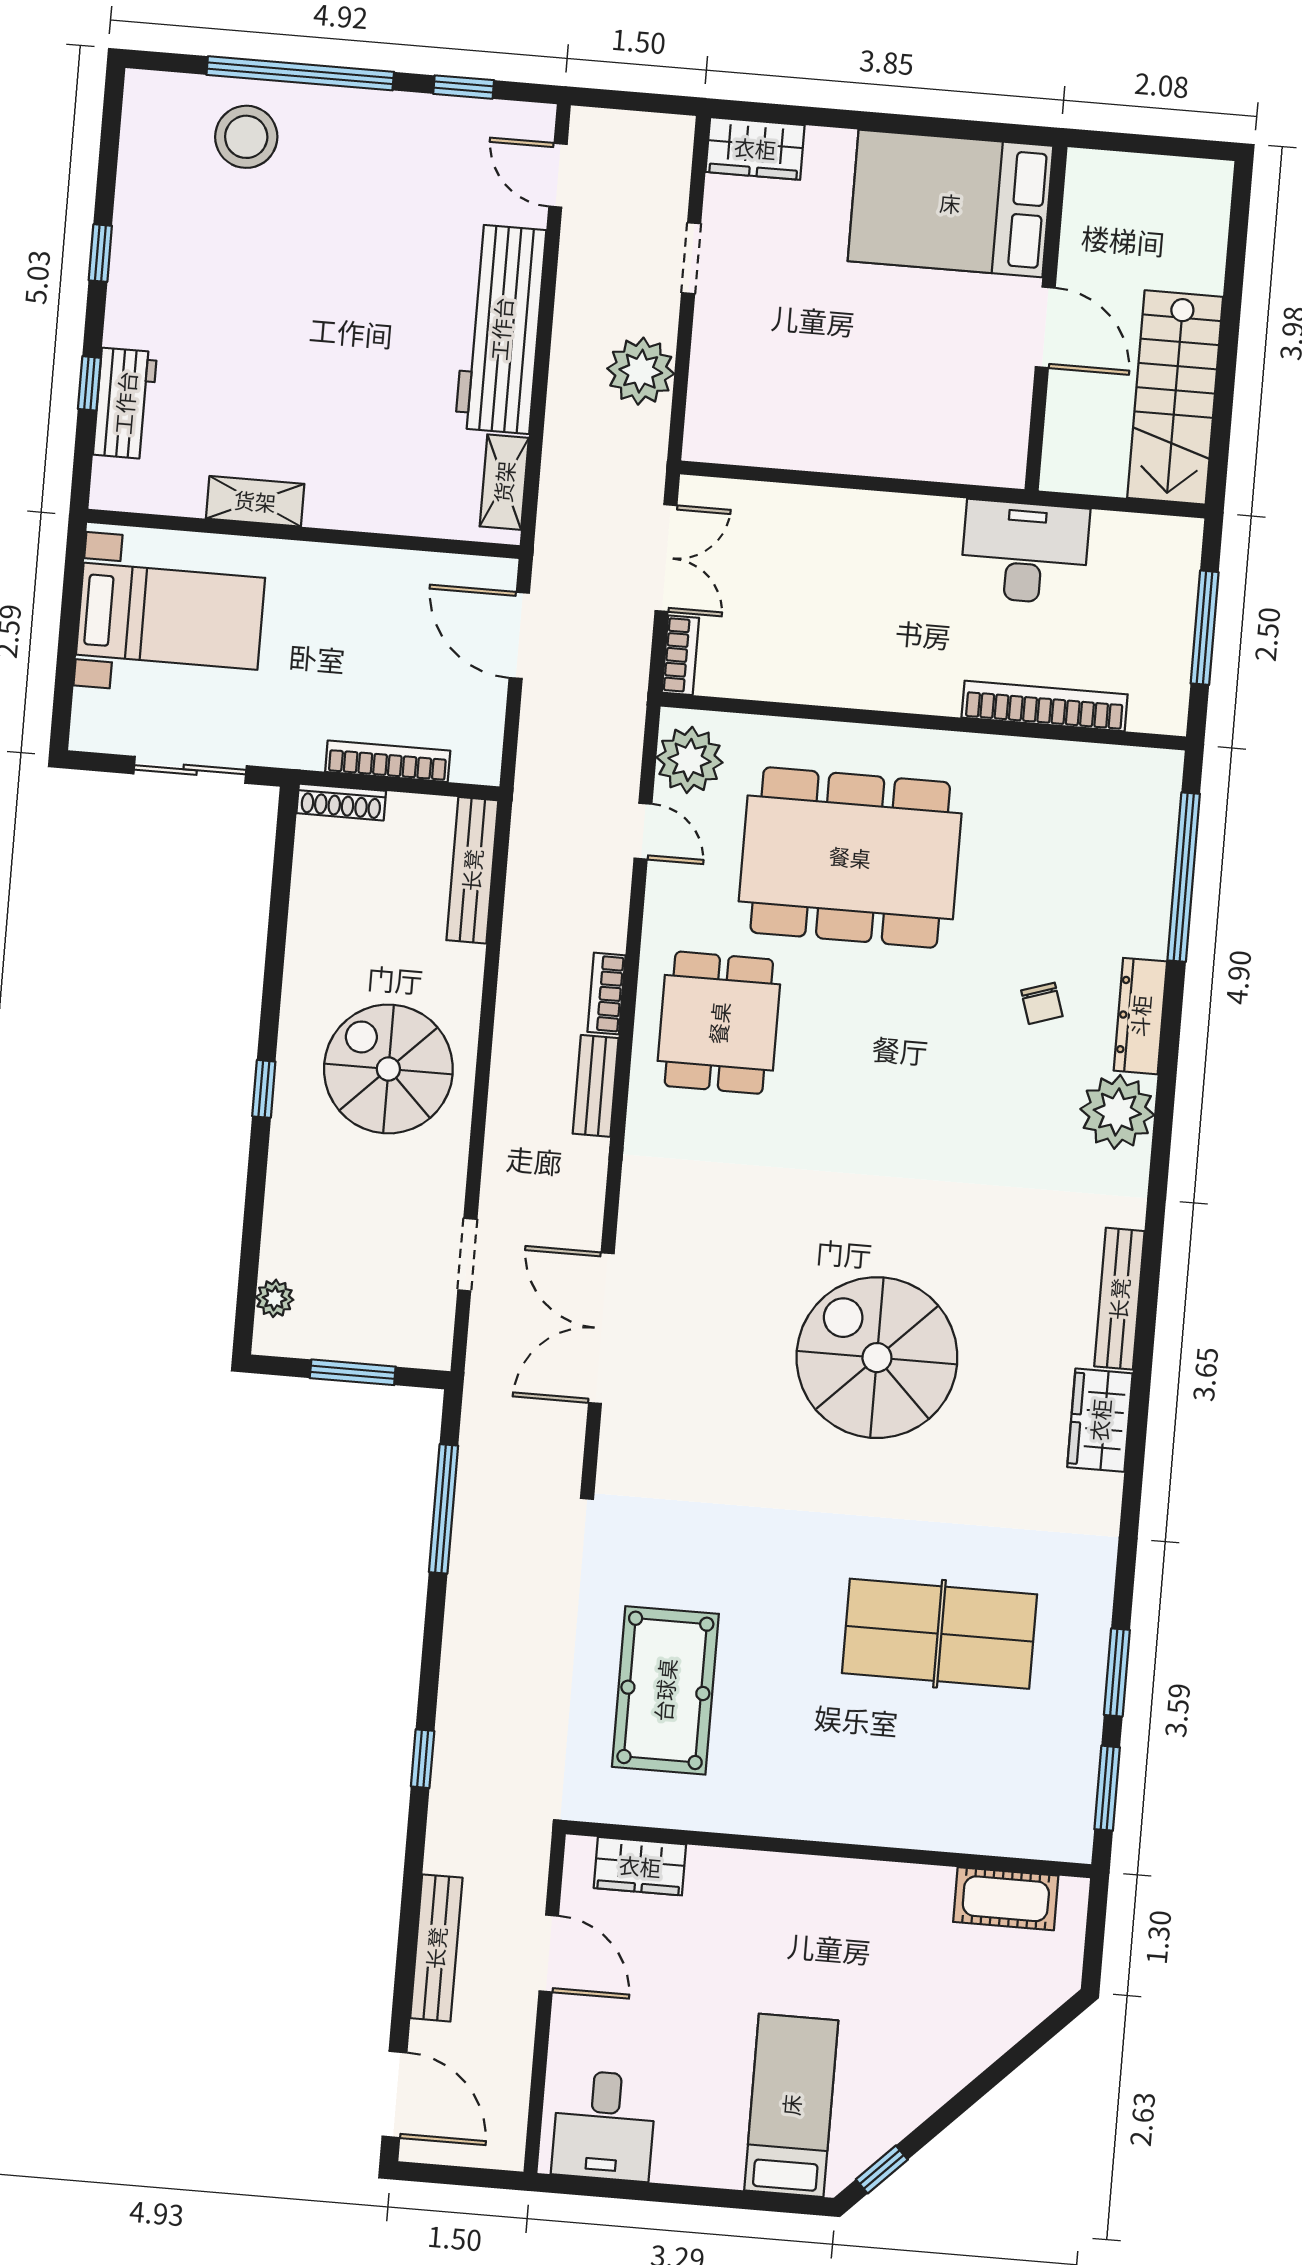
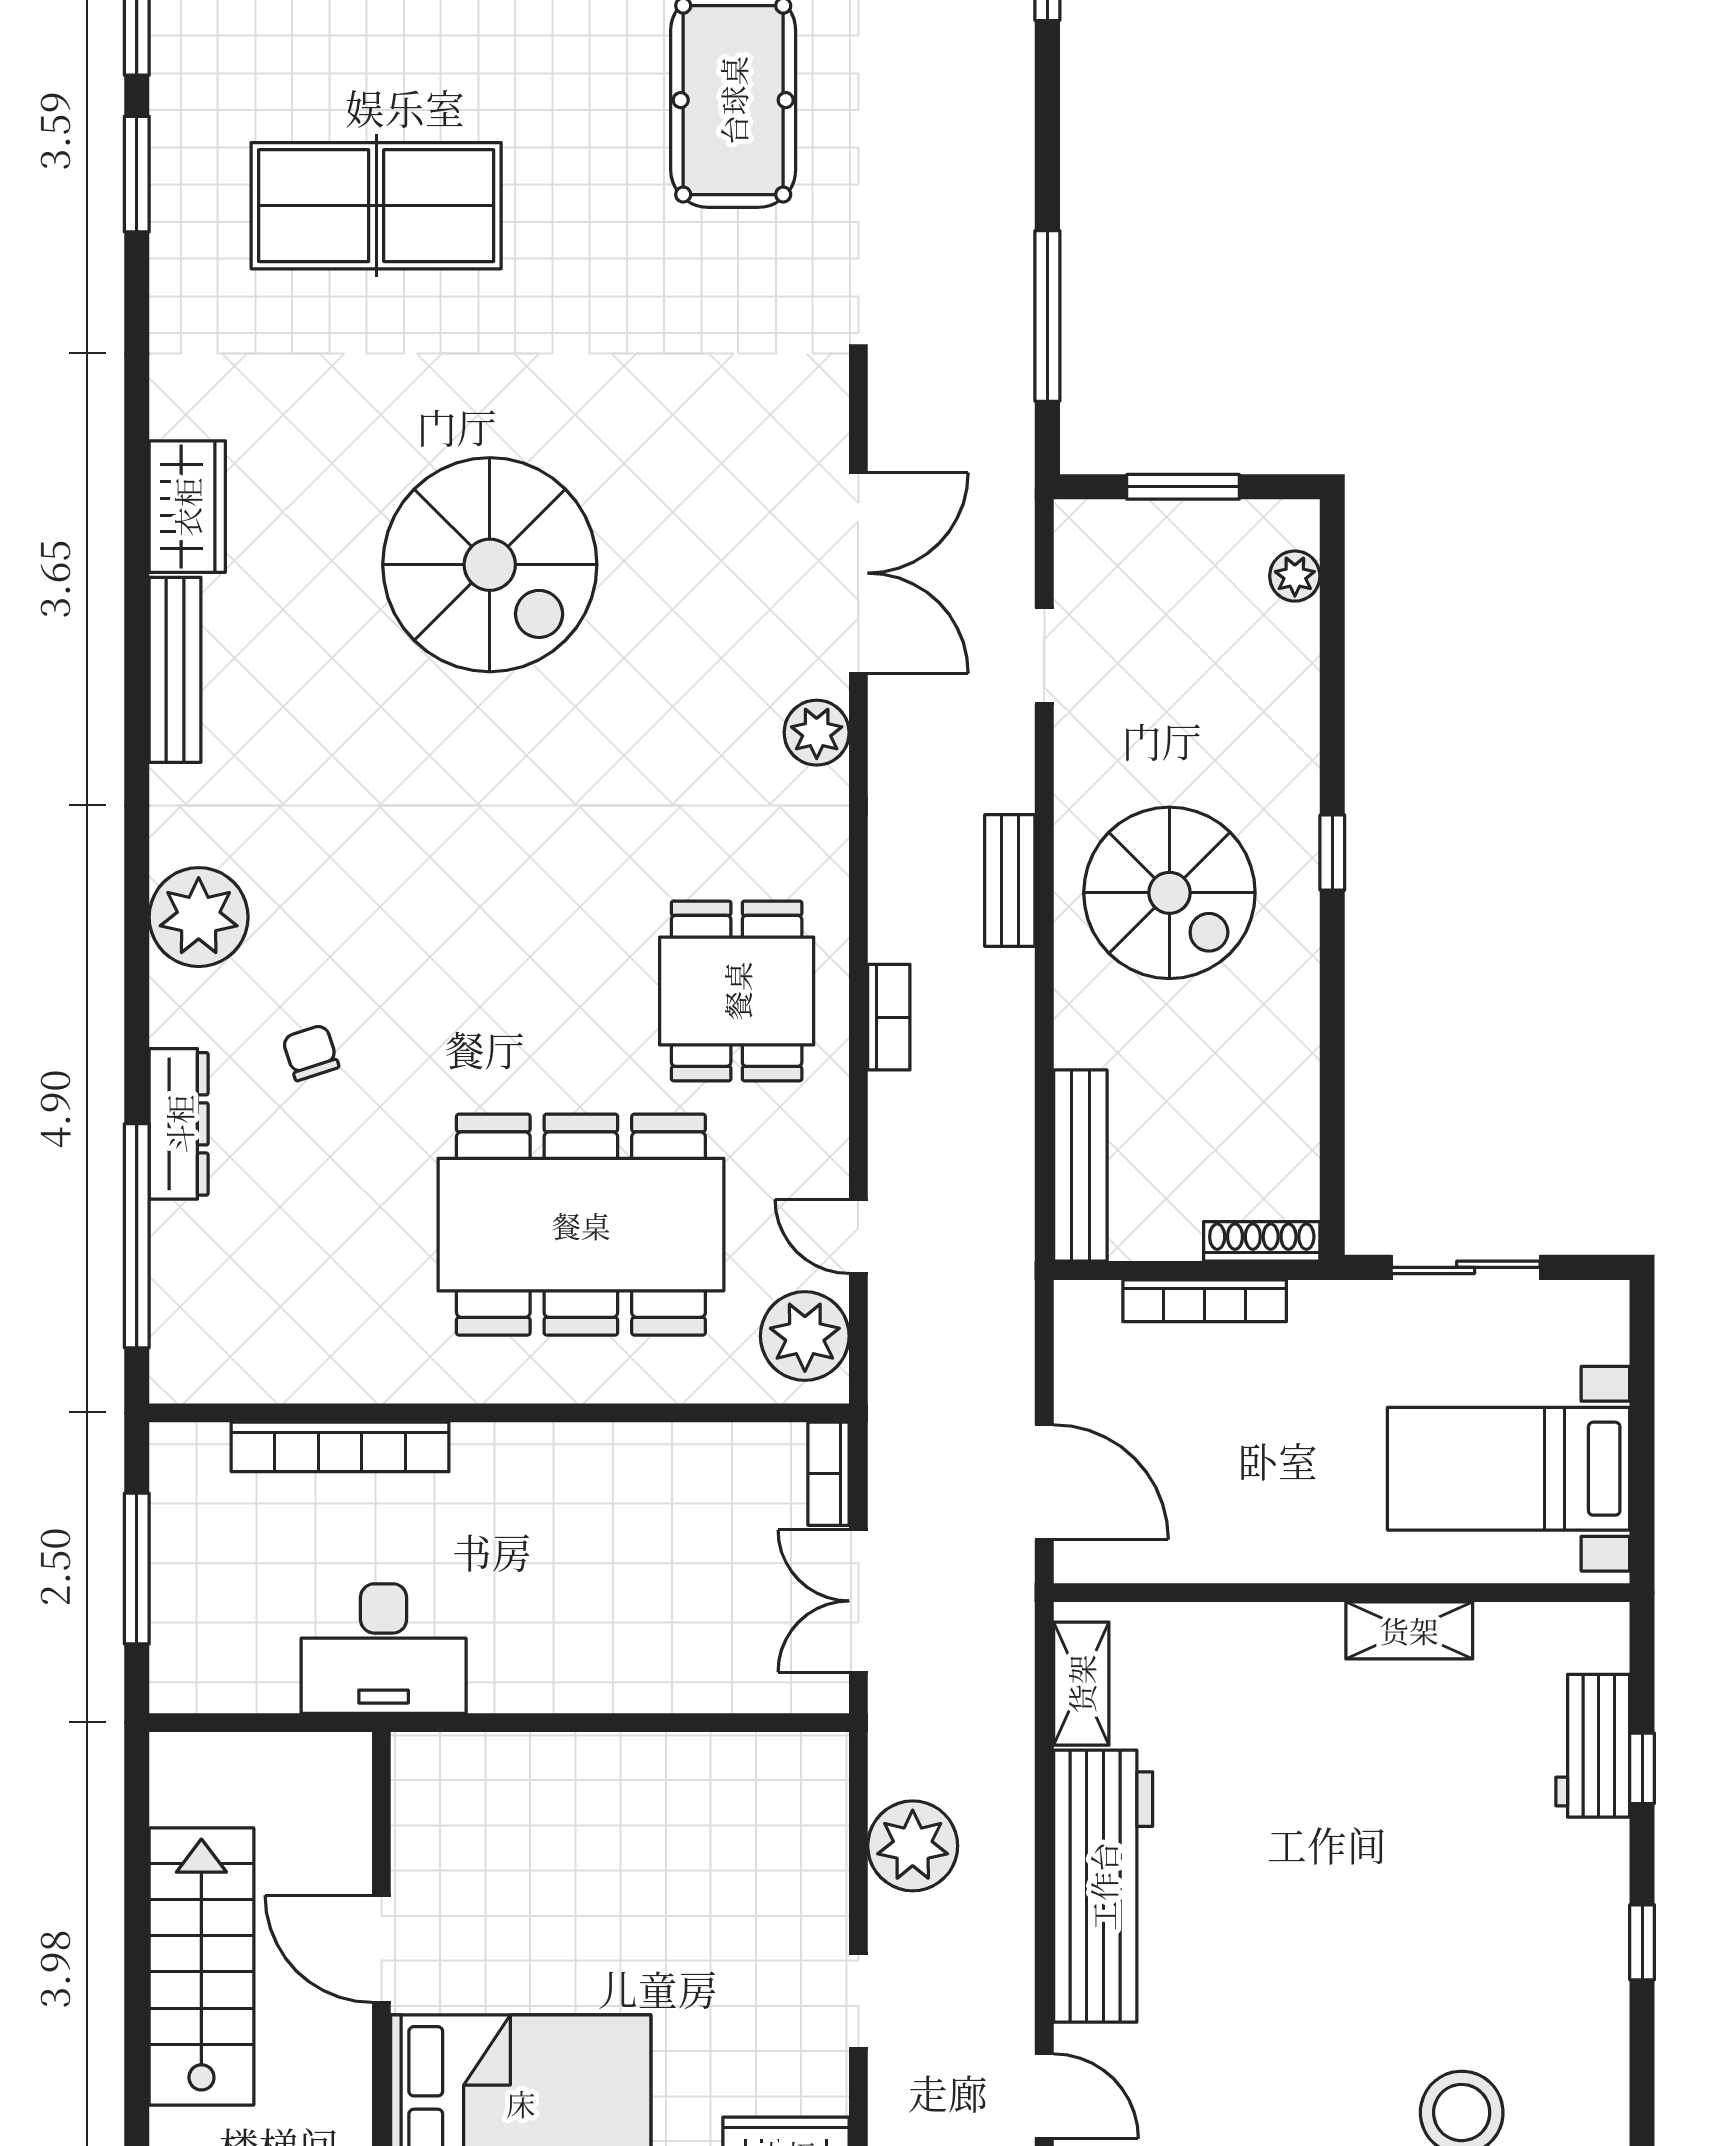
stairs: (1175, 397) -> (201, 1966), moved
dresser: (1140, 1016) -> (179, 1124), moved
bench: (596, 1086) -> (1010, 881), moved
plant: (643, 1211) -> (817, 733), added

